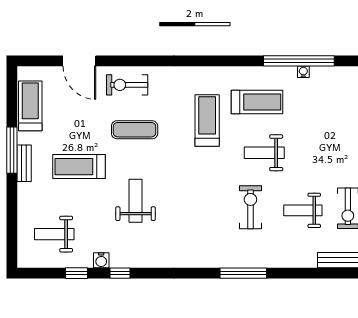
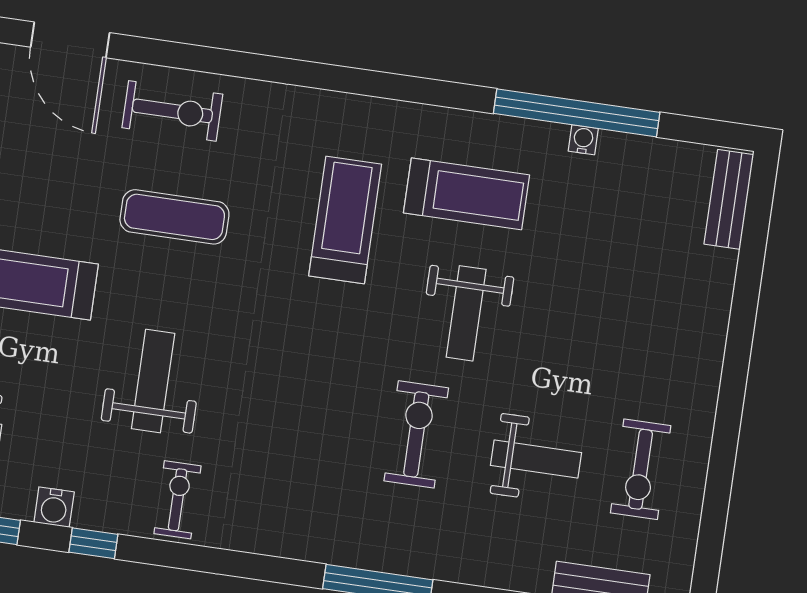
exercise bike: (127, 85) -> (172, 111), turned 180
weight bench: (264, 153) -> (466, 313), turned -90
weight bench: (303, 210) -> (536, 459), turned 180
exercise bike: (153, 250) -> (178, 500), added

